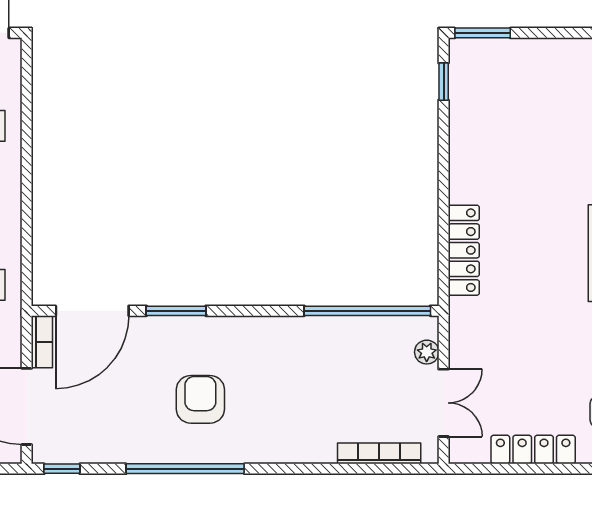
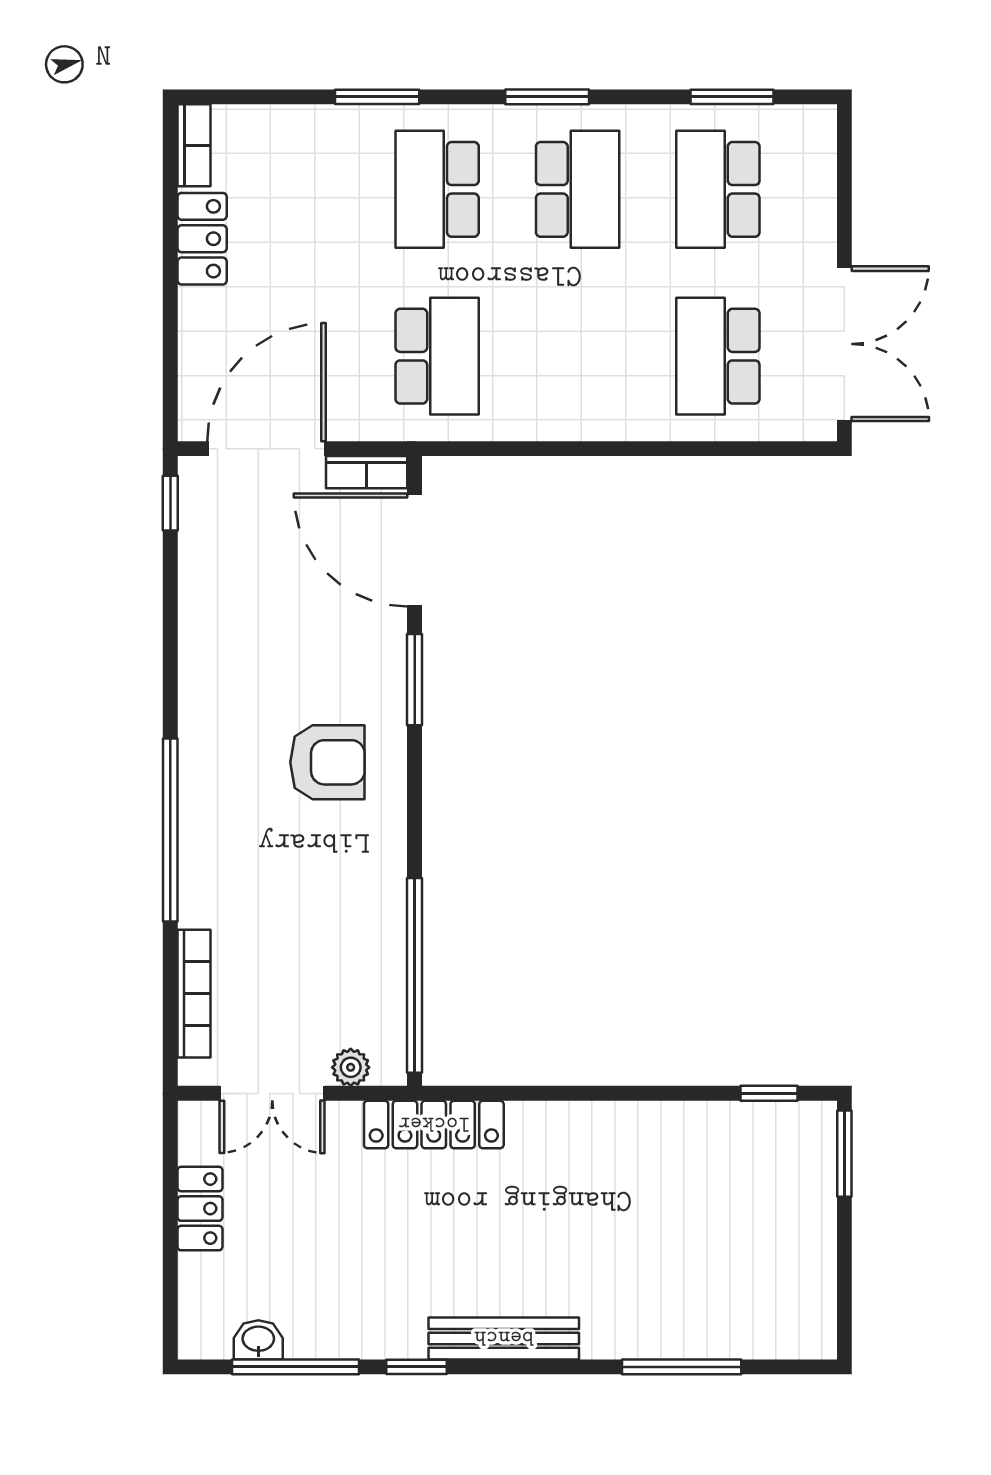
locker: (464, 250) -> (434, 1124), moved
armchair: (200, 399) -> (327, 762), moved
locker: (533, 449) -> (200, 1209), width x0.66
window: (185, 469) -> (170, 830), moved

